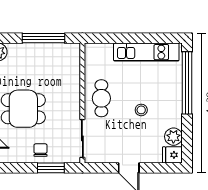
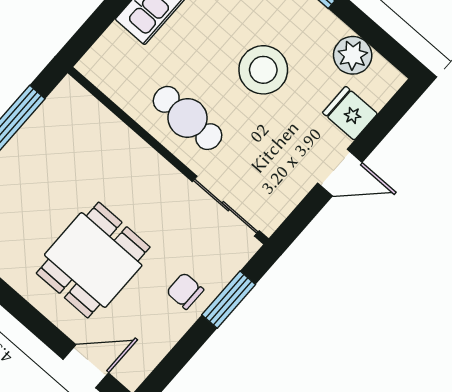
stool: (141, 110) -> (263, 70), width x1.89, depth x1.89
fridge: (172, 155) -> (350, 113), moved, turned 90

